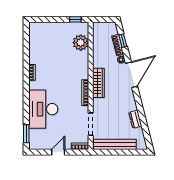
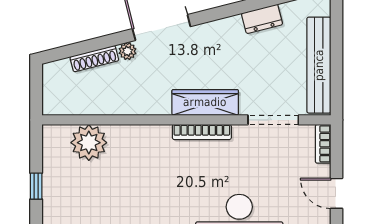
window: (75, 19) -> (36, 186), moved
window: (123, 41) -> (84, 47), removed
wardrobe: (98, 83) -> (205, 102), moved

